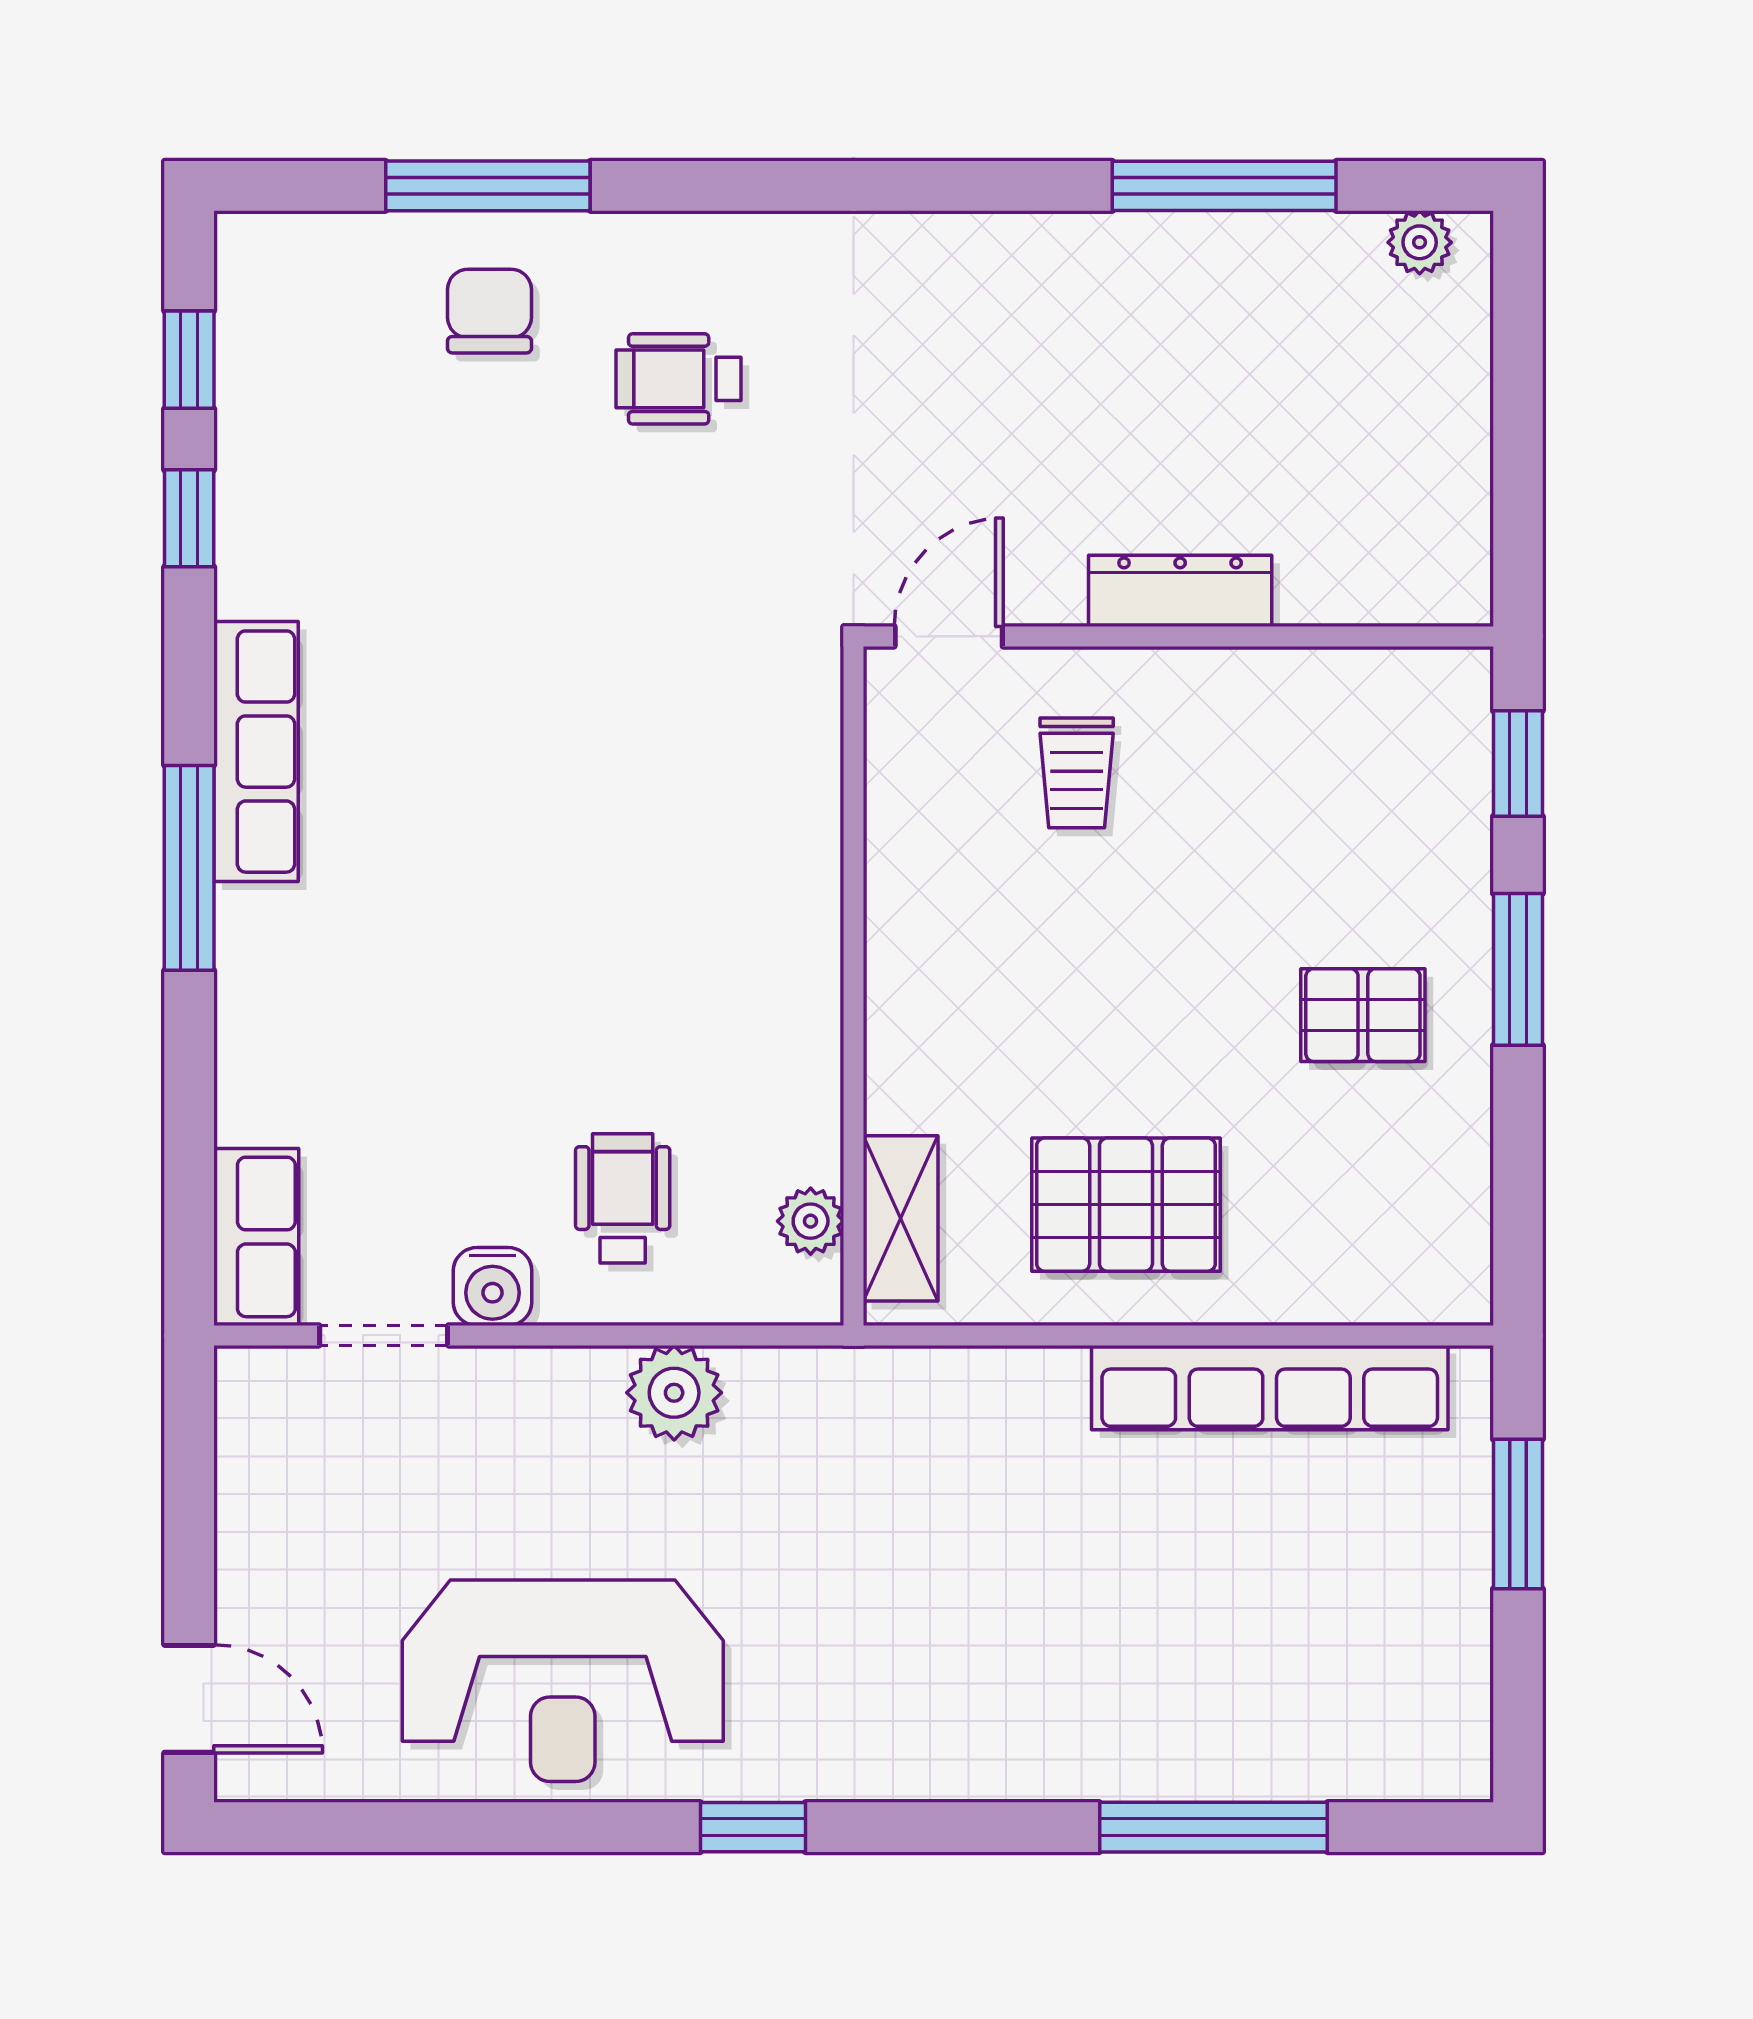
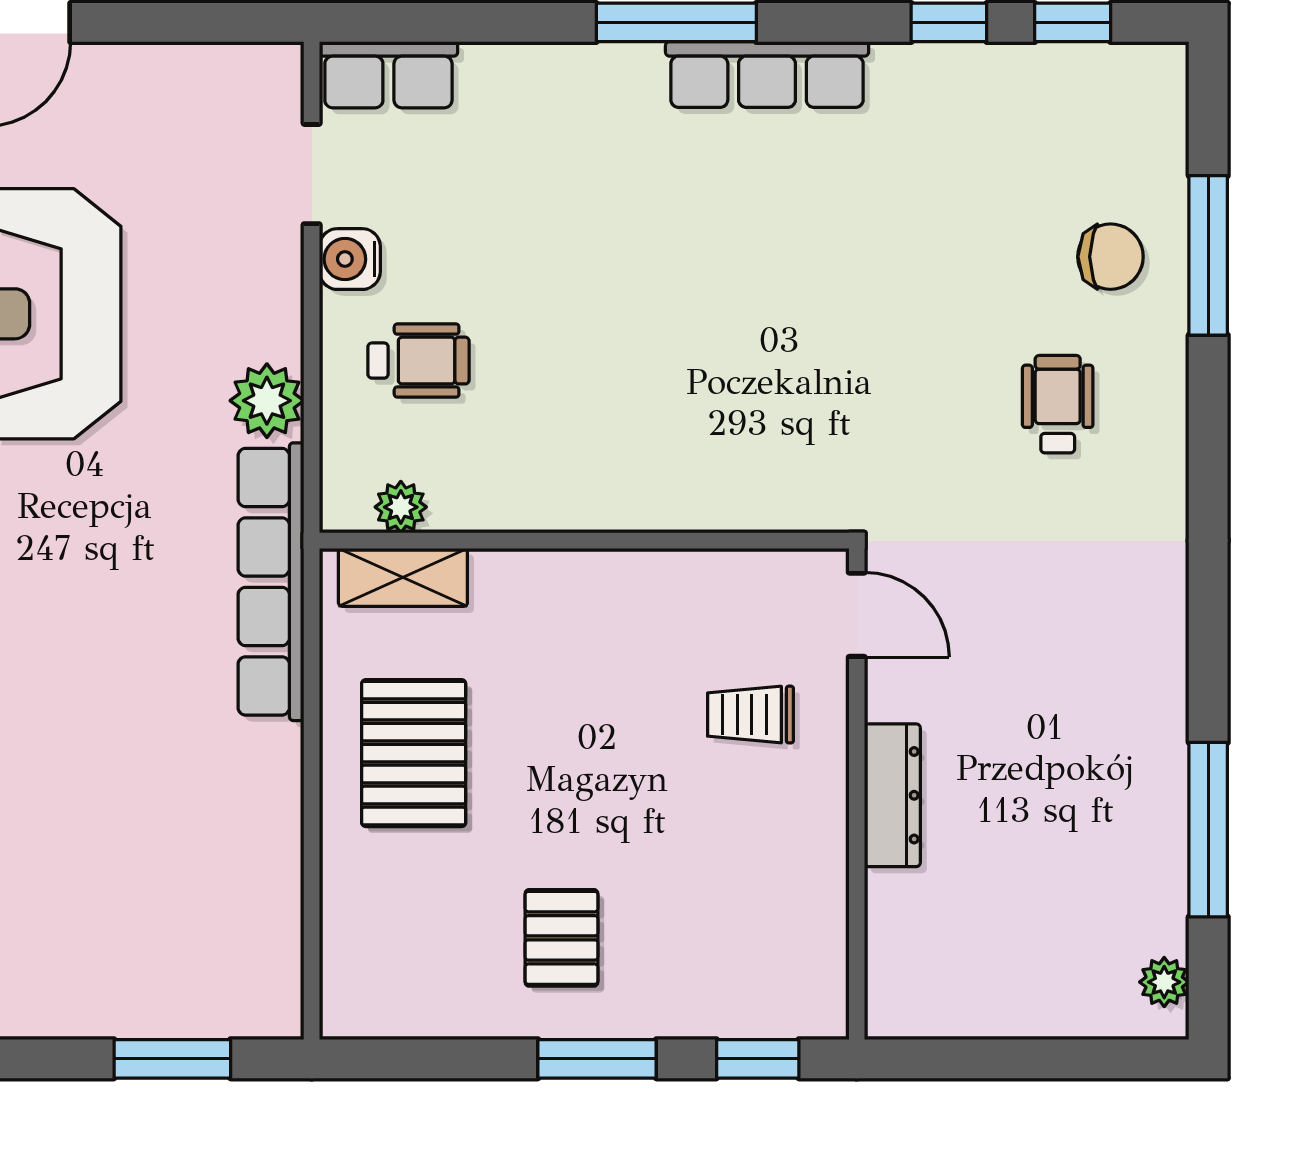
row of seats: (1270, 1388) -> (271, 582), moved

